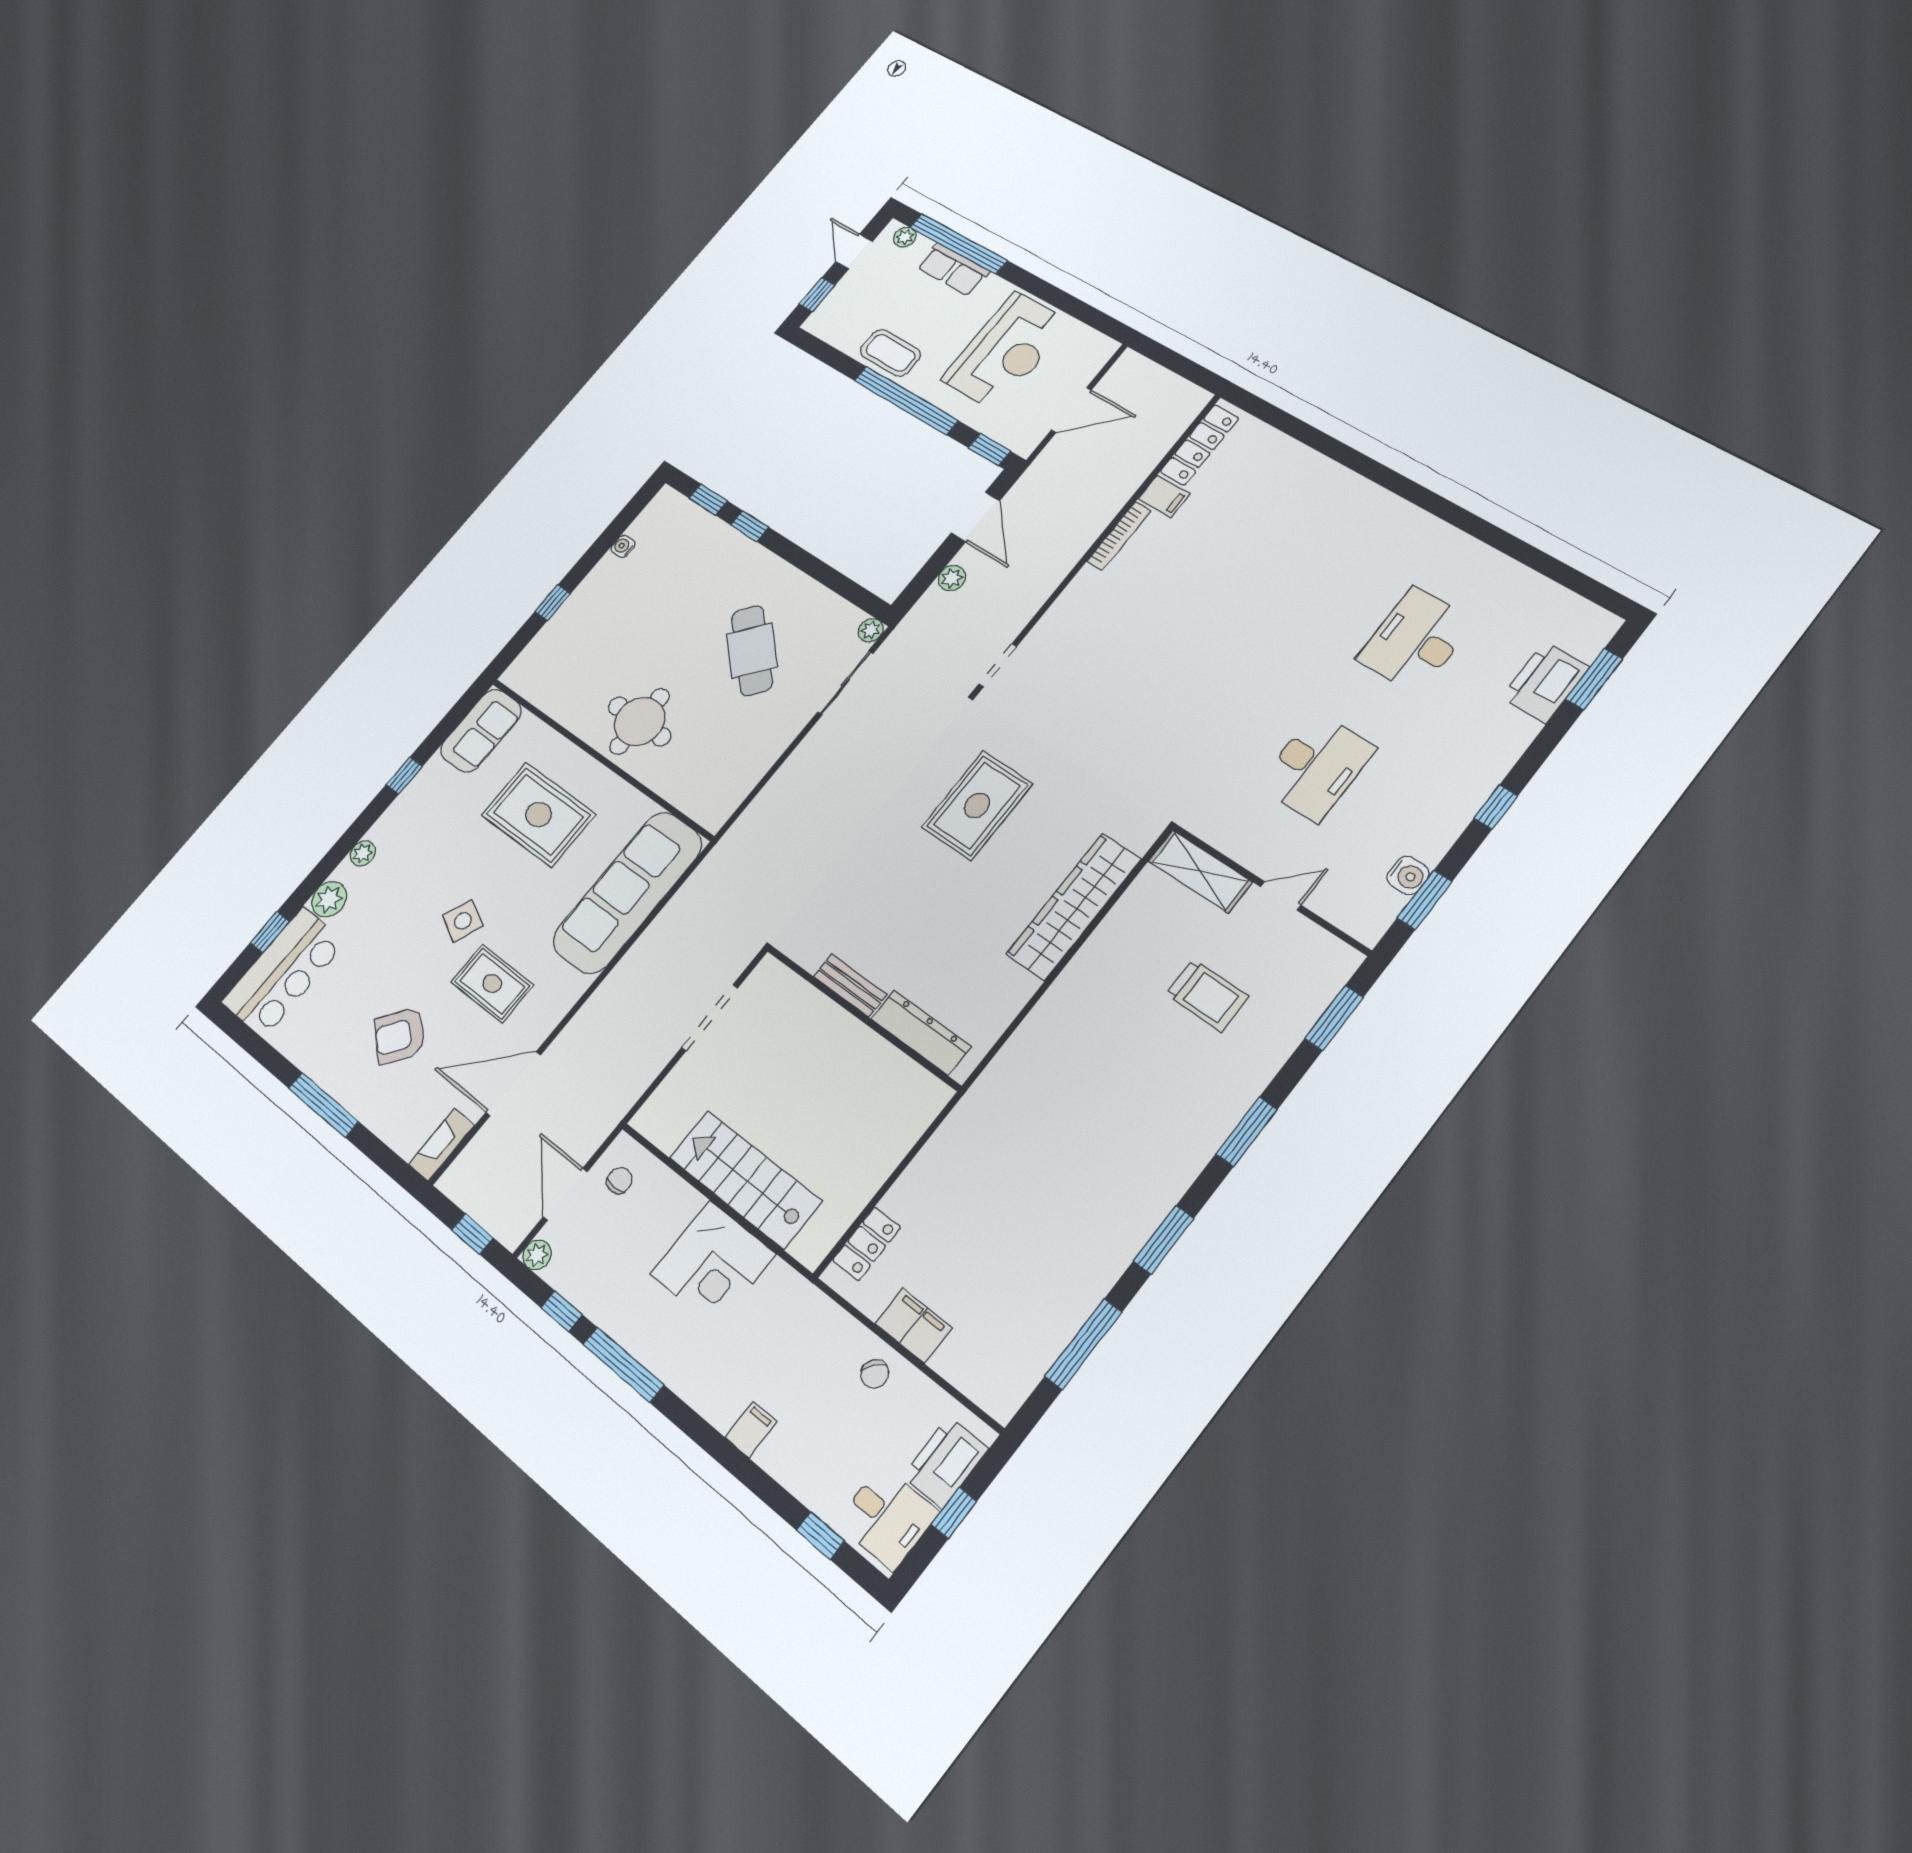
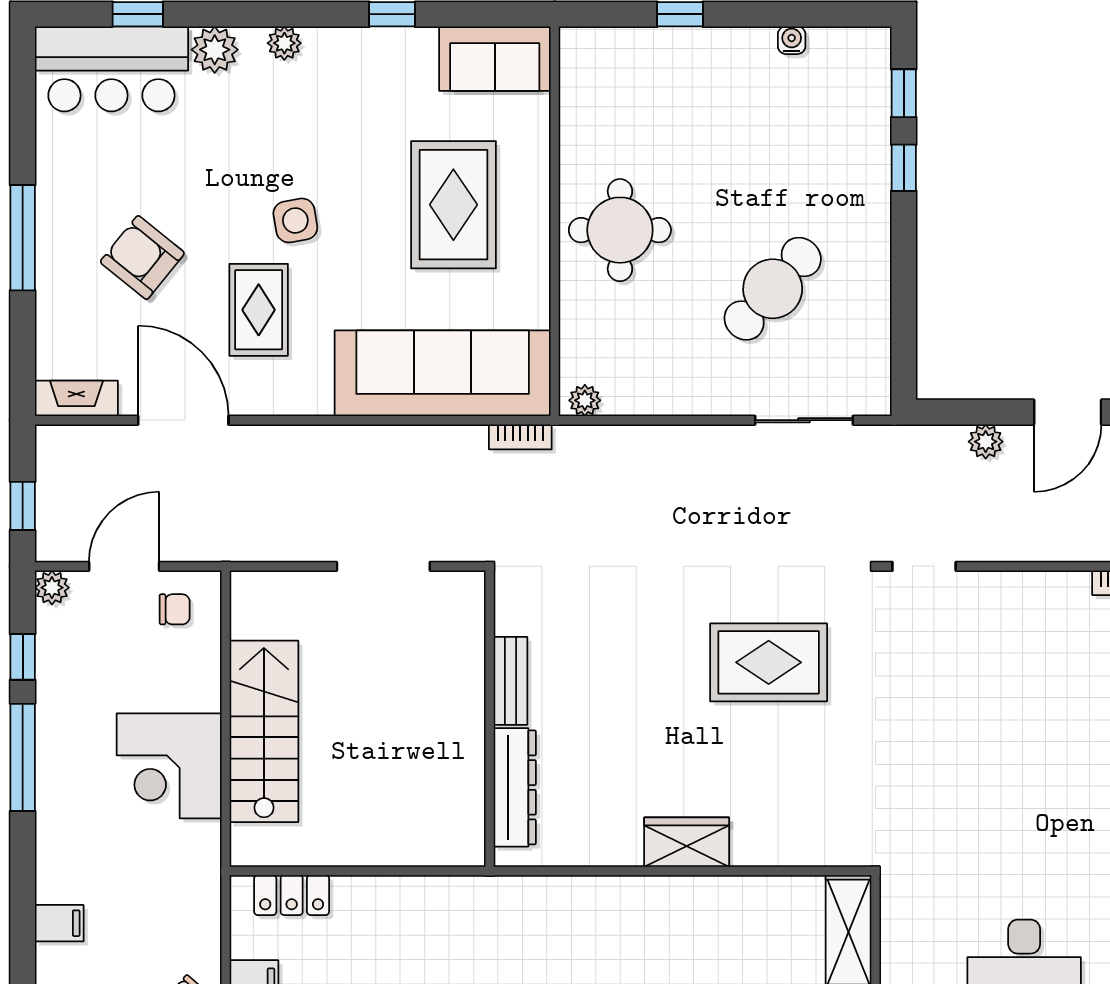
plant: (871, 630) -> (585, 400), moved
bookcase: (706, 870) -> (520, 437), added
wardrobe: (1074, 907) -> (687, 842), width x0.48, depth x0.85
side table: (463, 921) -> (295, 220), turned -35

